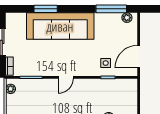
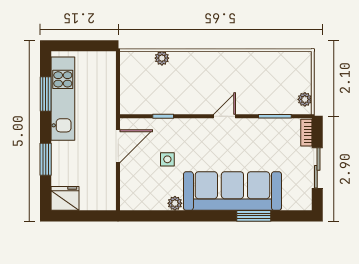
window: (111, 9) -> (158, 216), removed
plant: (127, 18) -> (175, 203), moved
side table: (106, 63) -> (167, 159), moved

